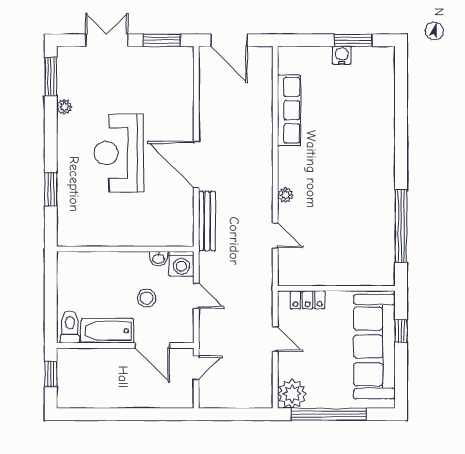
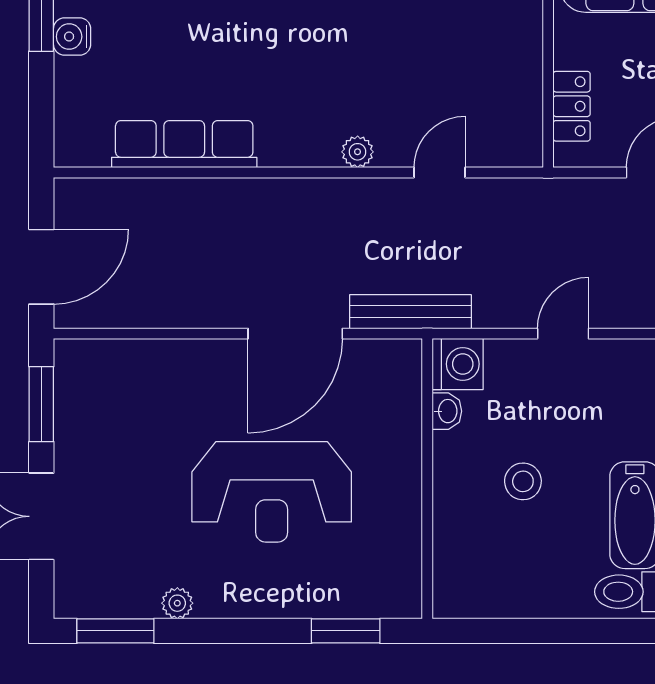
wall: (125, 249) -> (427, 479), moved
washbasin: (158, 259) -> (447, 411), moved
washing machine: (181, 264) -> (458, 364), moved
stool: (147, 298) -> (523, 481), moved

